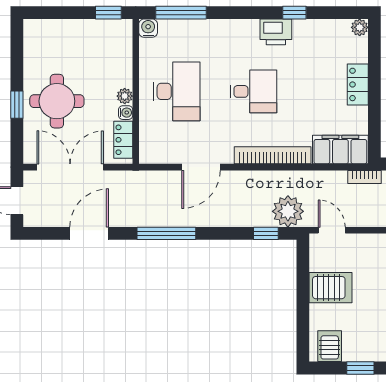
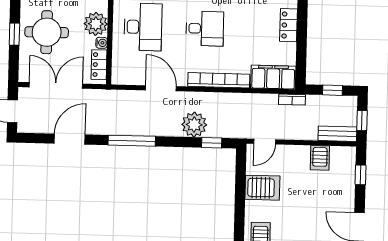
plant: (125, 96) -> (96, 24), width x1.88, depth x1.88
door: (201, 167) -> (161, 88), swing flipped
plant: (288, 211) -> (194, 125), moved
door: (332, 230) -> (265, 142), swing flipped

